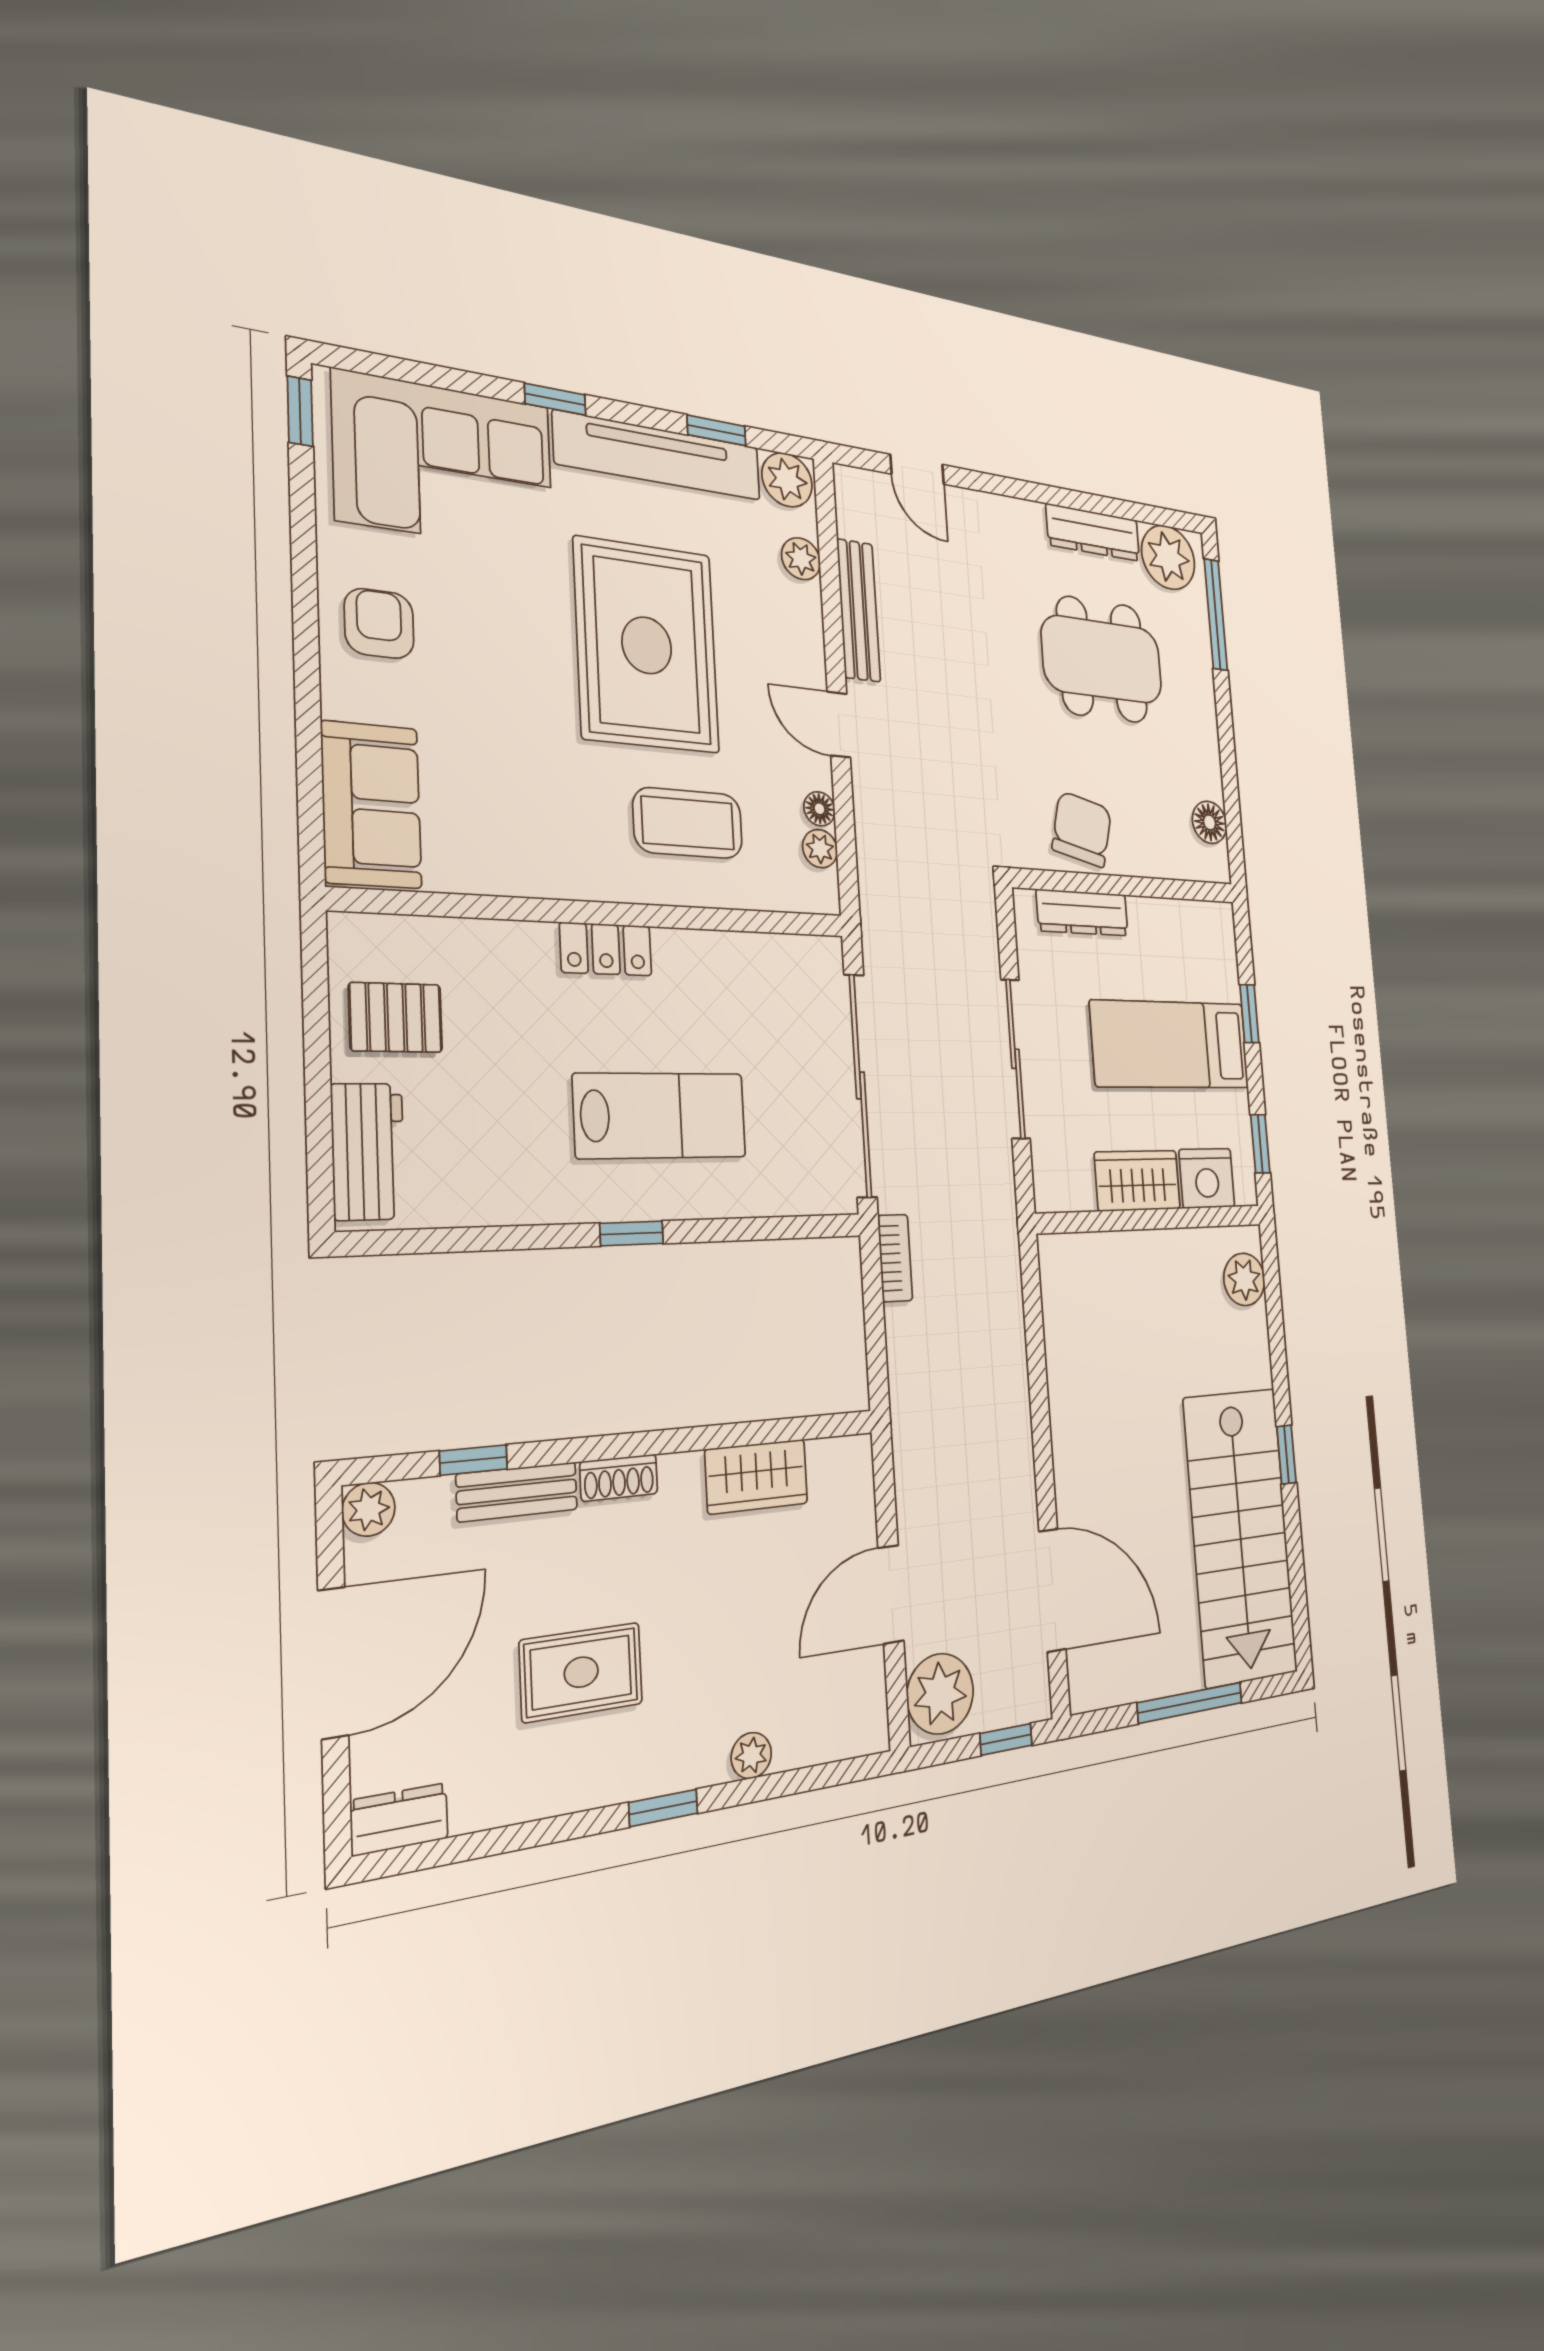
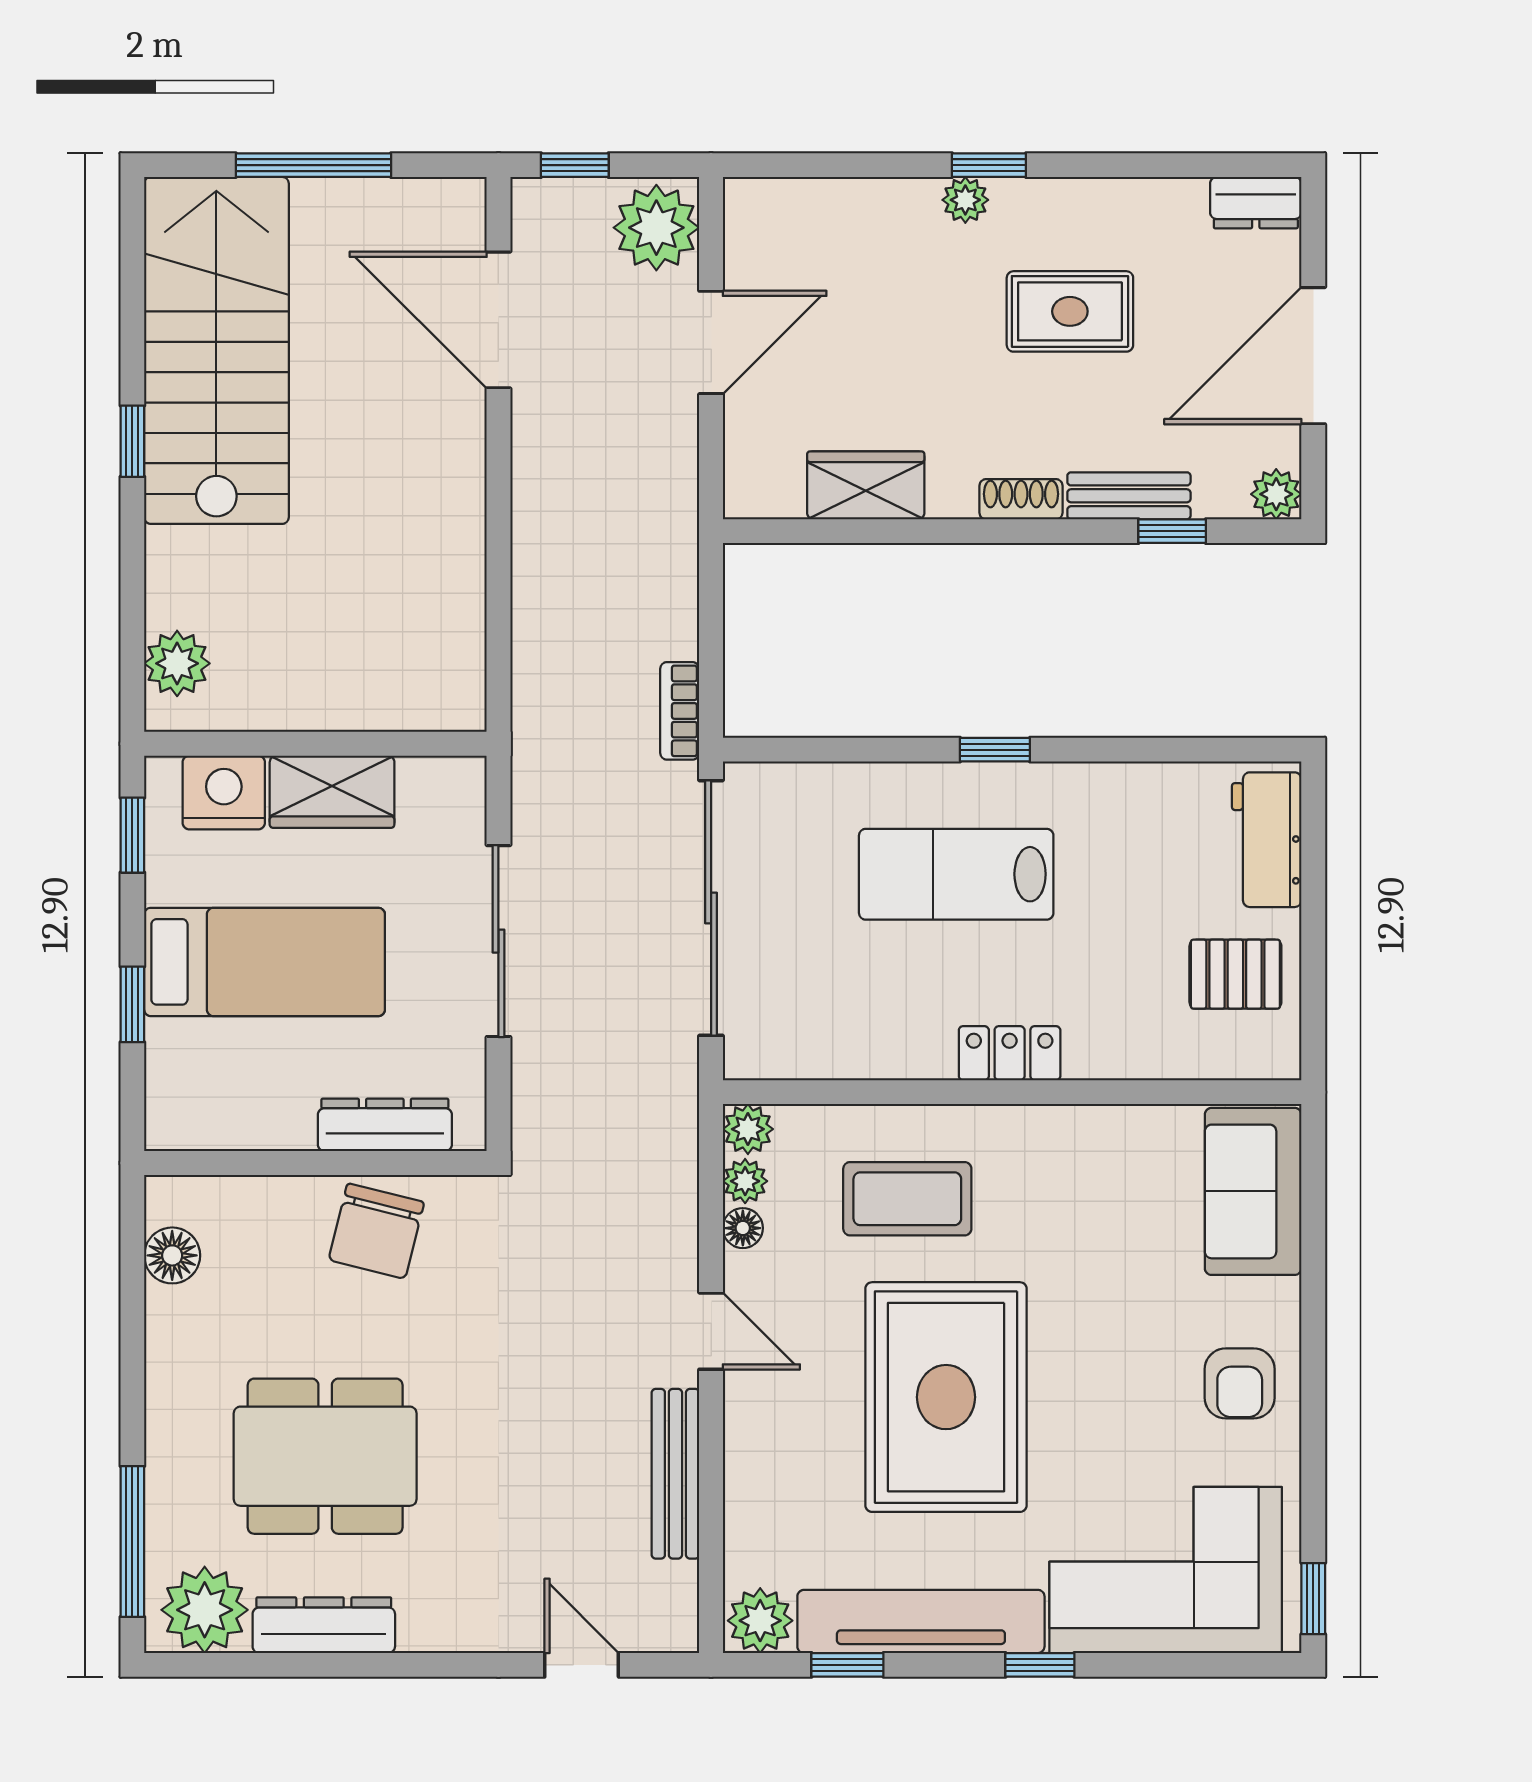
plant: (801, 559) -> (748, 1129), moved
plant: (751, 1756) -> (965, 200), moved

